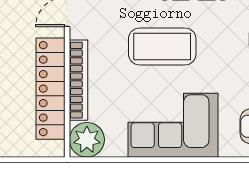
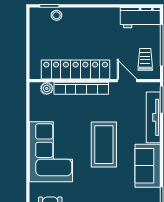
plant: (87, 140) -> (47, 88), width x0.53, depth x0.53

